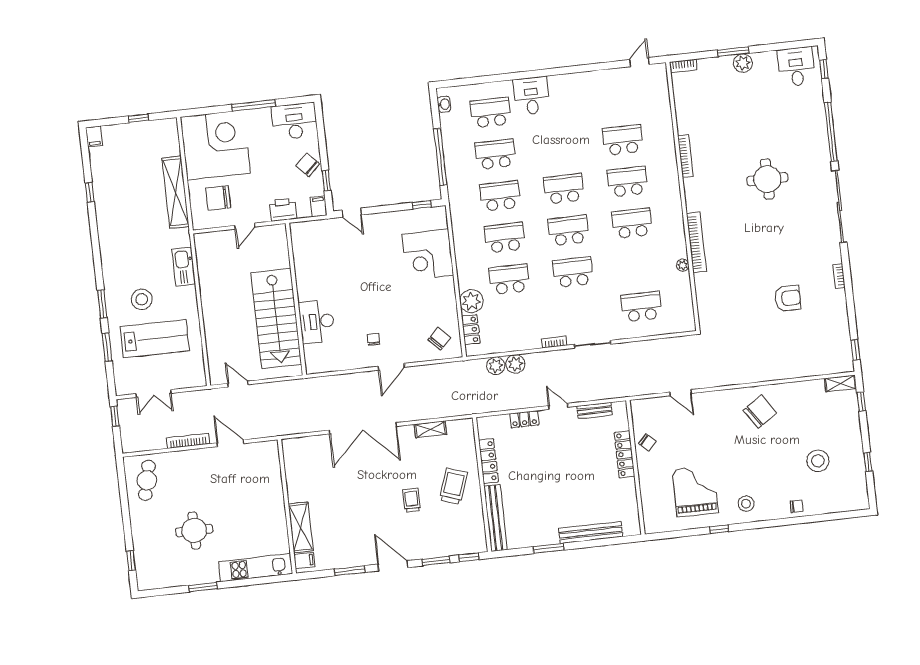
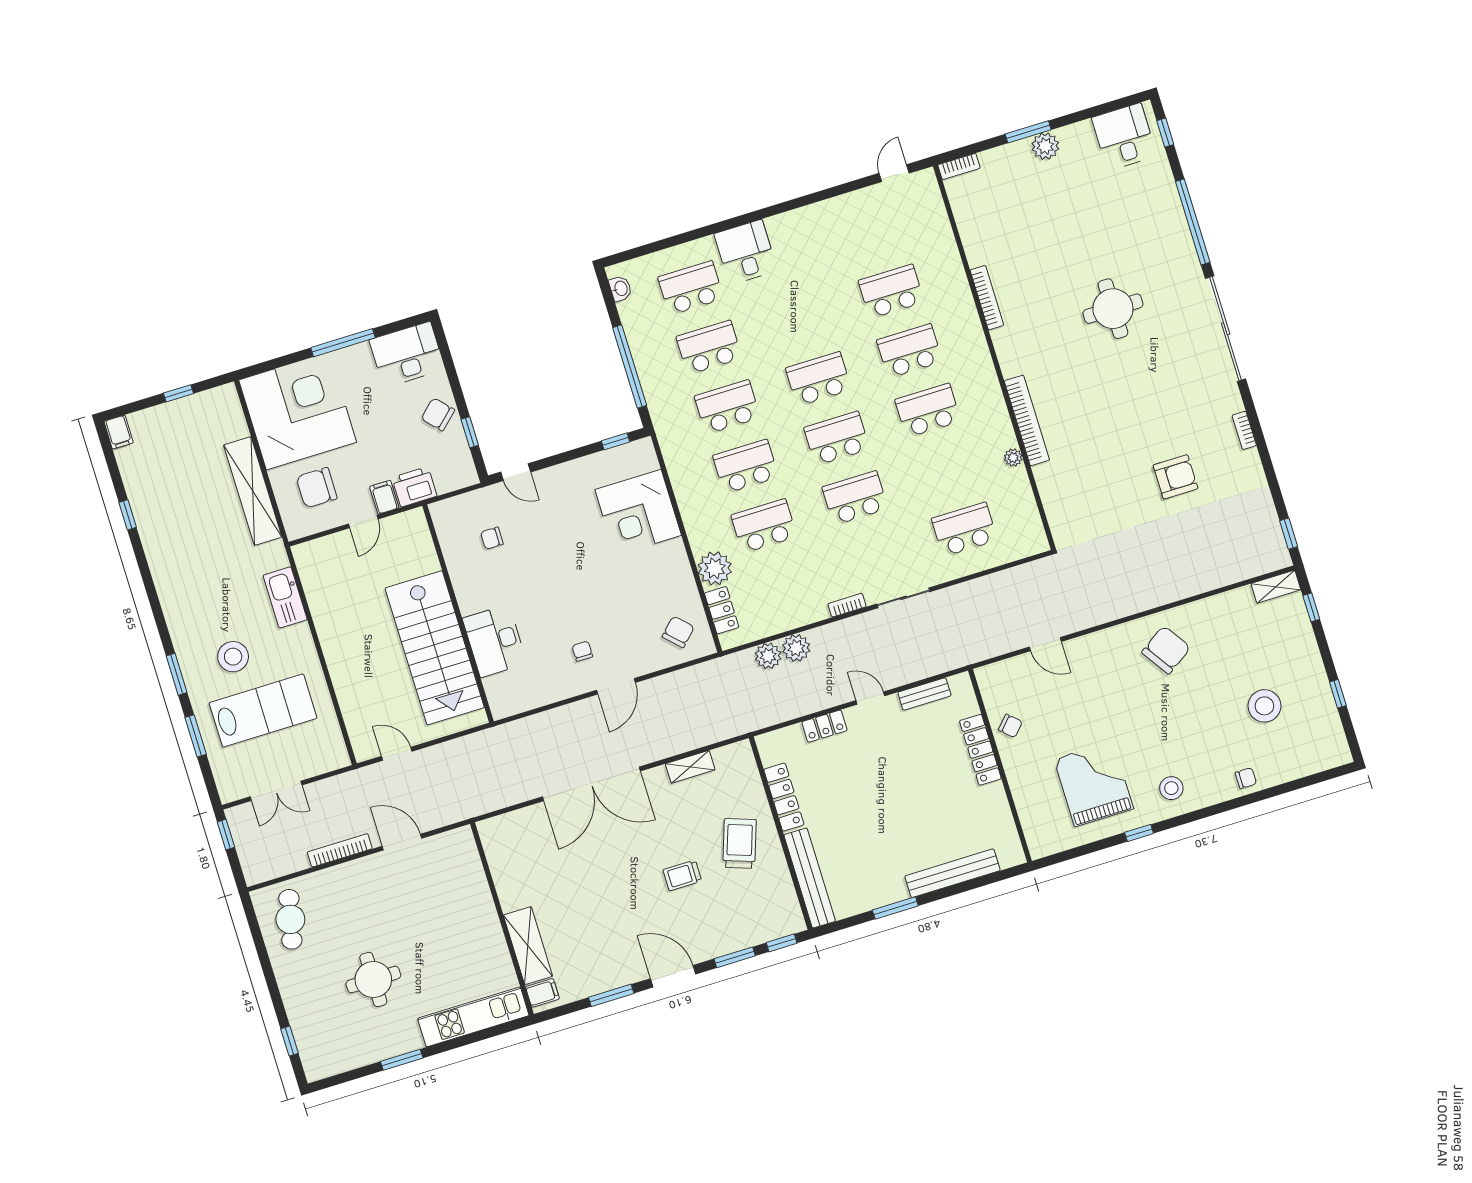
filing cabinet: (319, 206) -> (384, 497), moved
chair: (328, 253) -> (492, 538), added
trolley: (412, 500) -> (682, 875), turned -90

